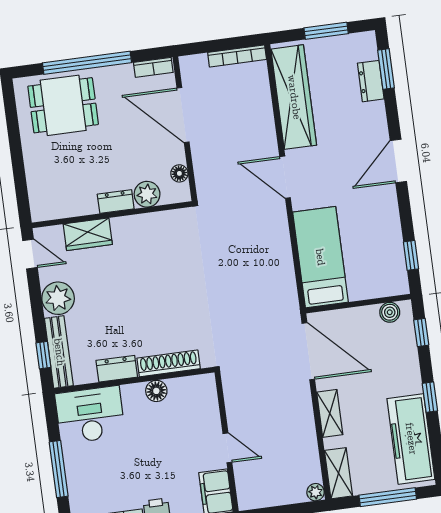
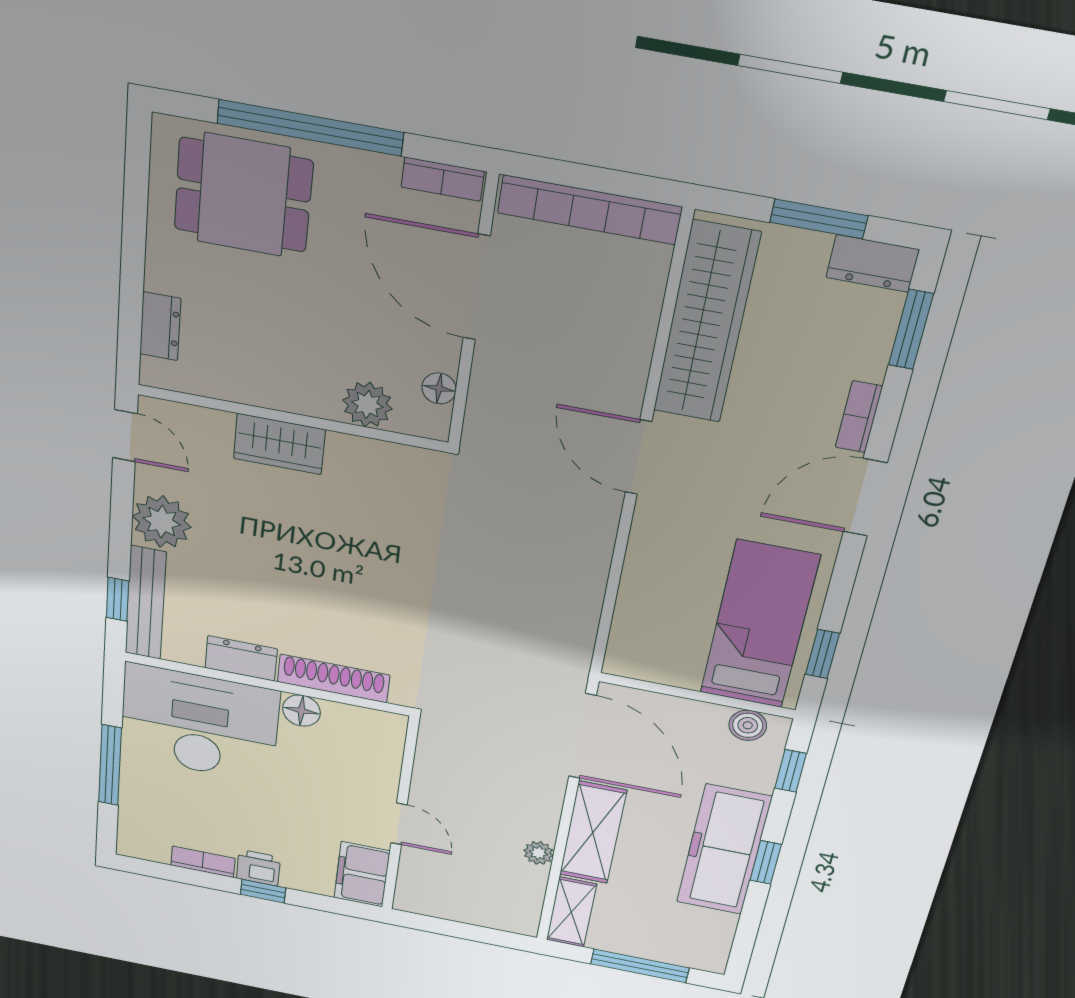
bookcase: (237, 56) -> (590, 210), width x1.48, depth x1.31
dresser: (371, 81) -> (872, 264), moved, turned -90
bookcase: (380, 120) -> (859, 417), added
dresser: (116, 202) -> (160, 326), moved, turned 90
wardrobe: (88, 234) -> (279, 444), moved
bed: (320, 257) -> (759, 625), moved
shelving: (330, 413) -> (593, 833), width x1.50, depth x1.33
desk: (90, 415) -> (199, 724), width x1.36, depth x1.30
freezer: (411, 439) -> (724, 850), moved
plant: (316, 492) -> (539, 853), moved

